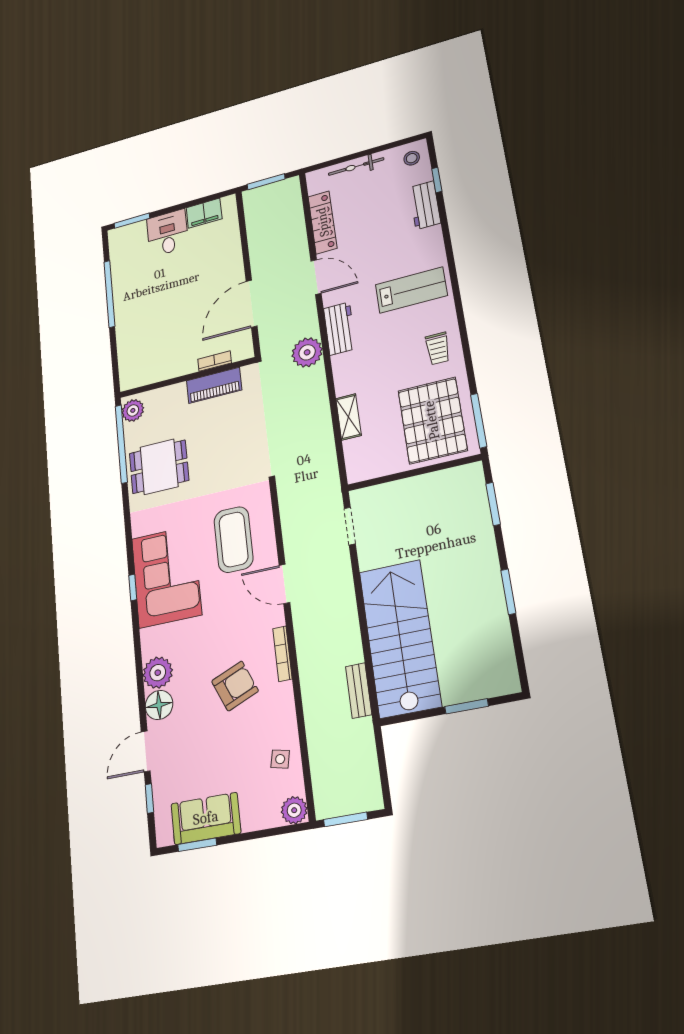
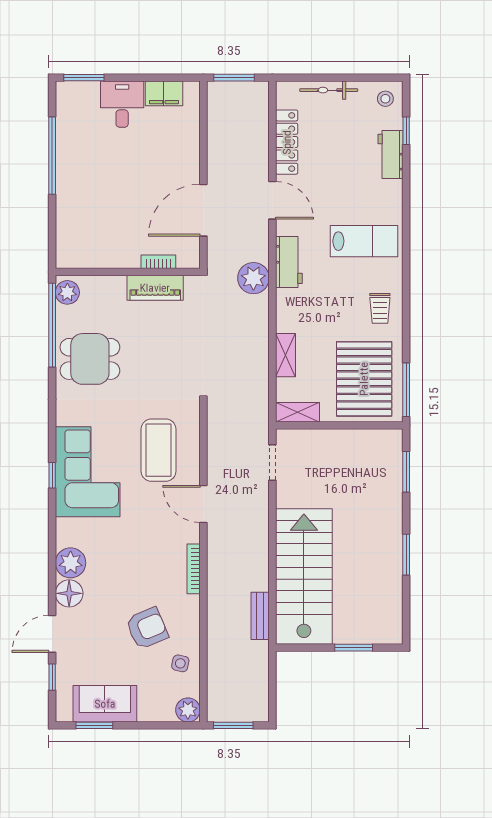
shelving: (369, 470) -> (298, 412), added
armchair: (235, 686) -> (147, 628), moved

